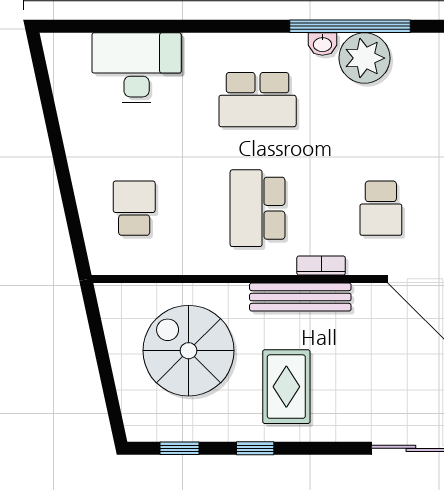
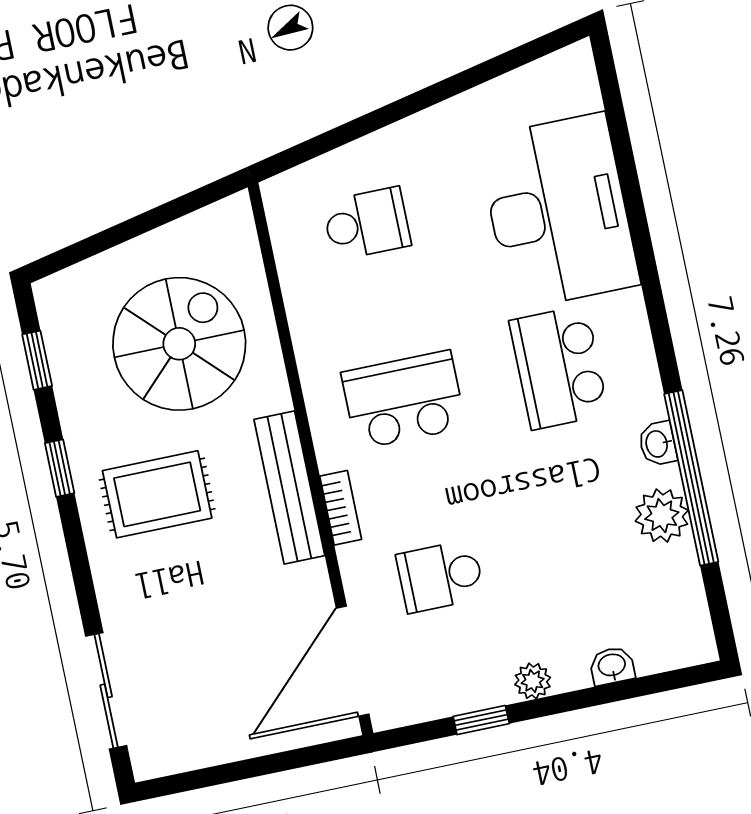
plant: (364, 58) -> (662, 516), width x0.73, depth x0.73
desk: (137, 68) -> (558, 211), width x1.36, depth x1.30

